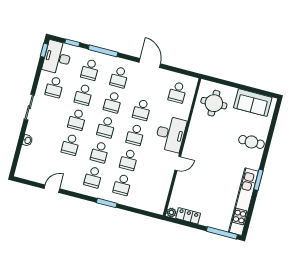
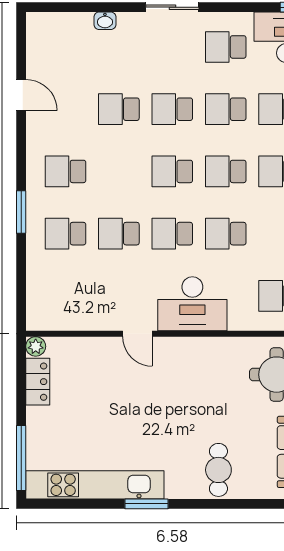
school desk: (100, 152) -> (119, 171), removed

